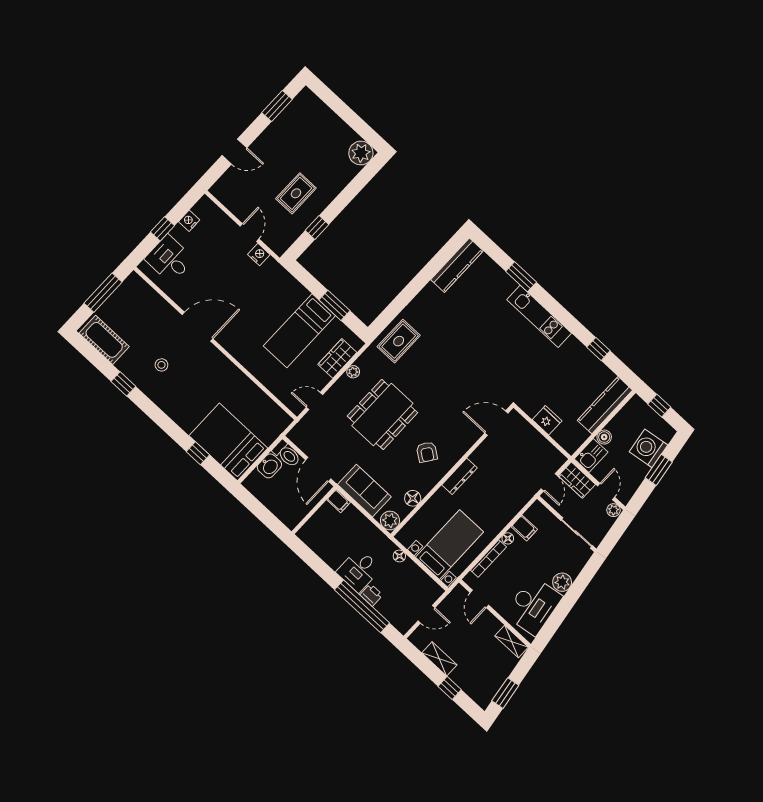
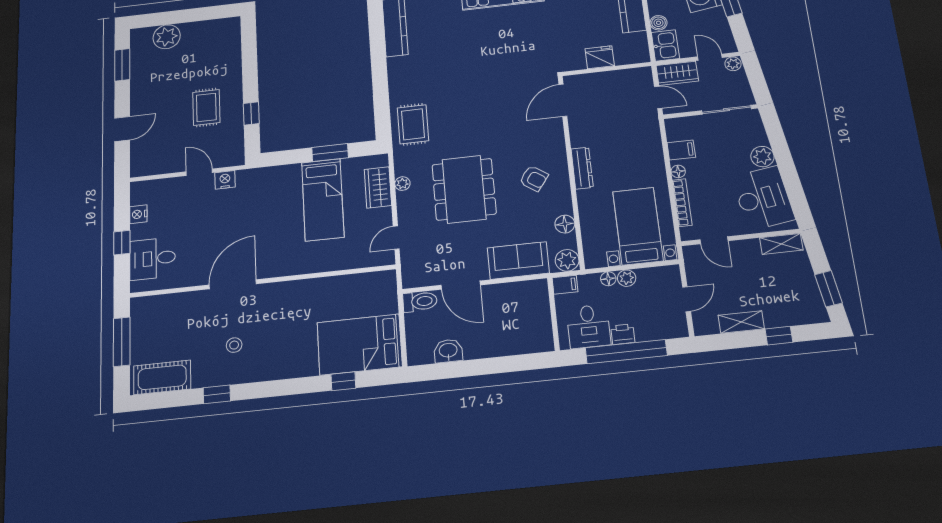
plant: (361, 153) -> (167, 37), moved
washbasin: (269, 466) -> (448, 351), moved, turned -90
filing cabinet: (339, 501) -> (565, 285), moved
wall: (314, 510) -> (553, 314), moved
plant: (409, 567) -> (627, 278), added

